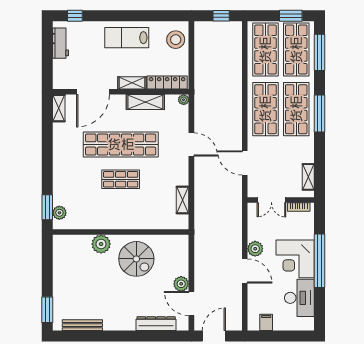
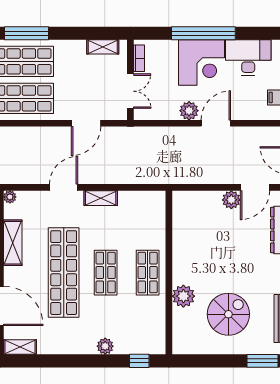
shelving: (183, 200) -> (101, 198), moved
window: (47, 207) -> (139, 361), width x0.67
plant: (59, 213) -> (105, 346), moved
shop shelf: (121, 214) -> (148, 273), added
spiral stairs: (136, 259) -> (228, 314), moved

